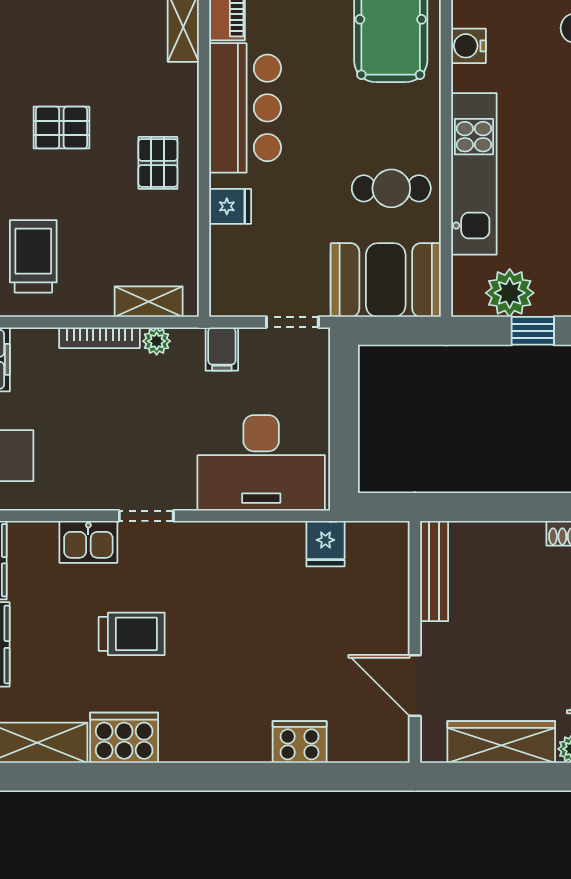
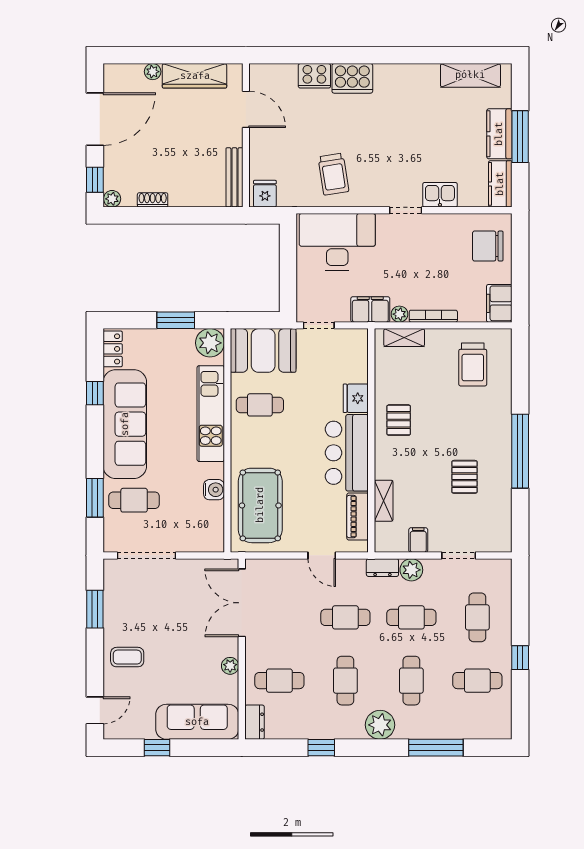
pallet: (61, 128) -> (464, 477), moved, turned 90
fridge: (230, 206) -> (356, 398), width x1.38
plant: (510, 293) -> (210, 343), moved
window: (533, 331) -> (176, 320), width x1.50
filing cabinet: (222, 349) -> (370, 309), width x2.00
fridge: (325, 544) -> (265, 194), moved
trolley: (132, 634) -> (333, 174), moved, turned -99
cooker: (124, 738) -> (352, 78), moved

